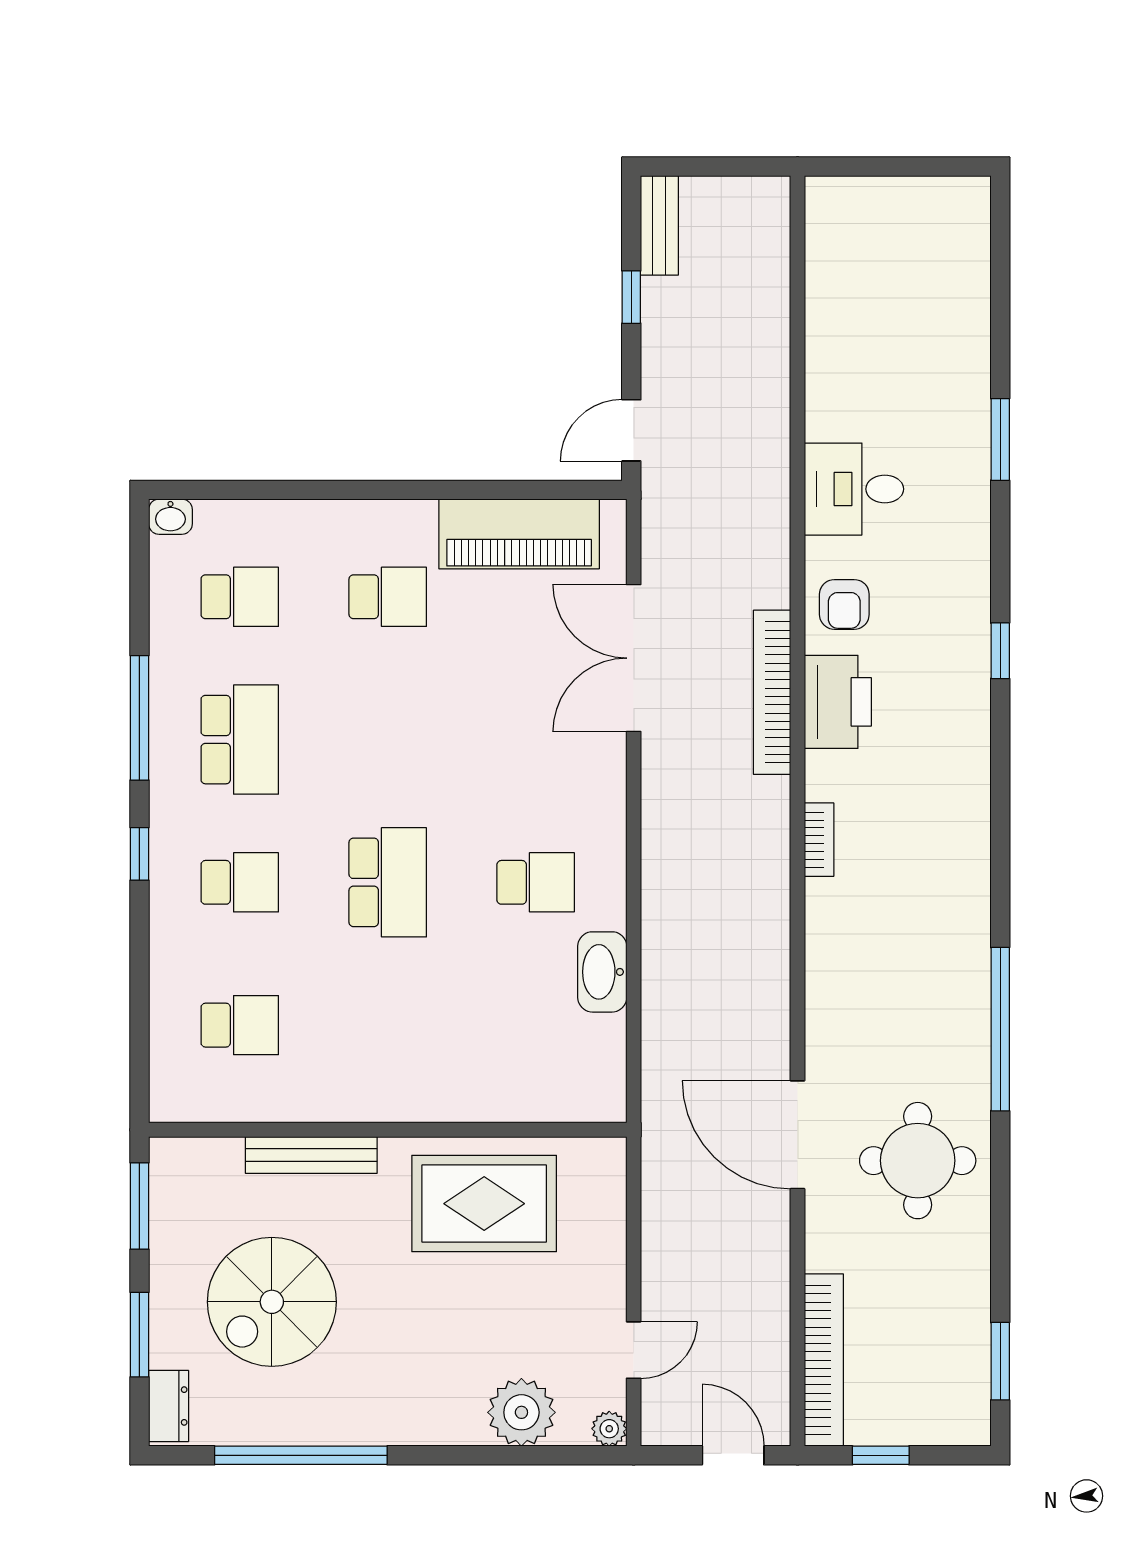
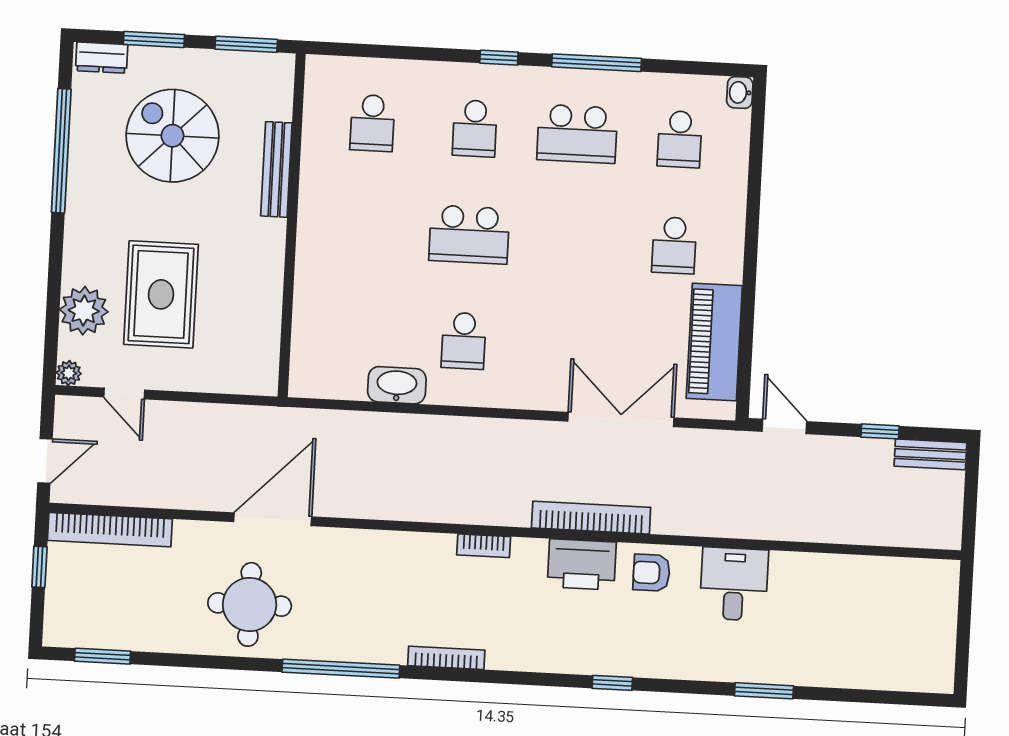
bookcase: (977, 883) -> (446, 658), added
rug: (484, 1204) -> (161, 294), moved

